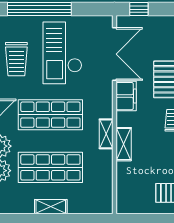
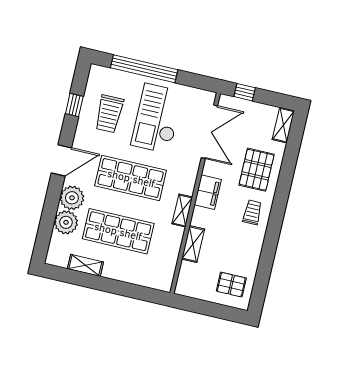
filing cabinet: (126, 96) -> (208, 192), moved
shelving: (124, 144) -> (193, 244), moved
shelving: (51, 207) -> (85, 265), moved

